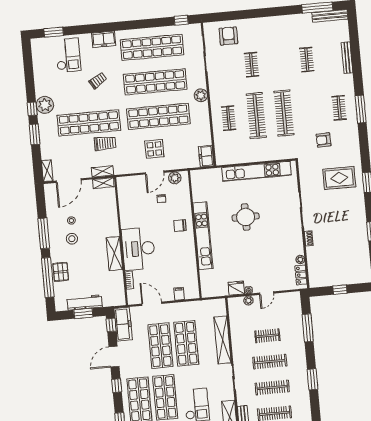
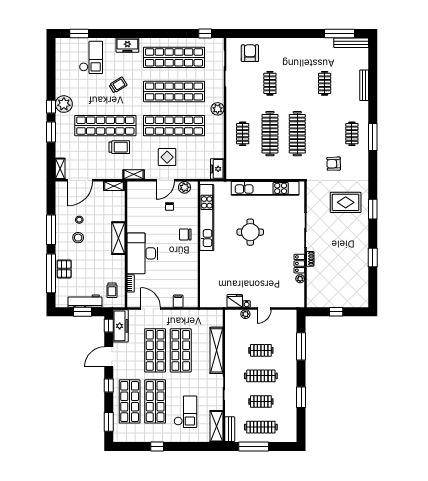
shelving: (103, 171) -> (134, 174), moved
kitchen unit: (203, 236) -> (207, 218), moved
shelving: (114, 254) -> (118, 238), moved
locker: (301, 275) -> (299, 264), moved
trolley: (111, 289) -> (112, 290), added
clothes rail: (272, 387) -> (261, 402), width x0.73

